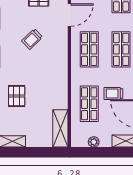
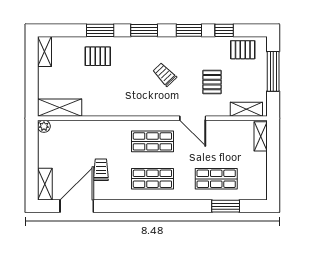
shop shelf: (89, 104) -> (89, 141), removed
plant: (94, 142) -> (44, 126), moved

